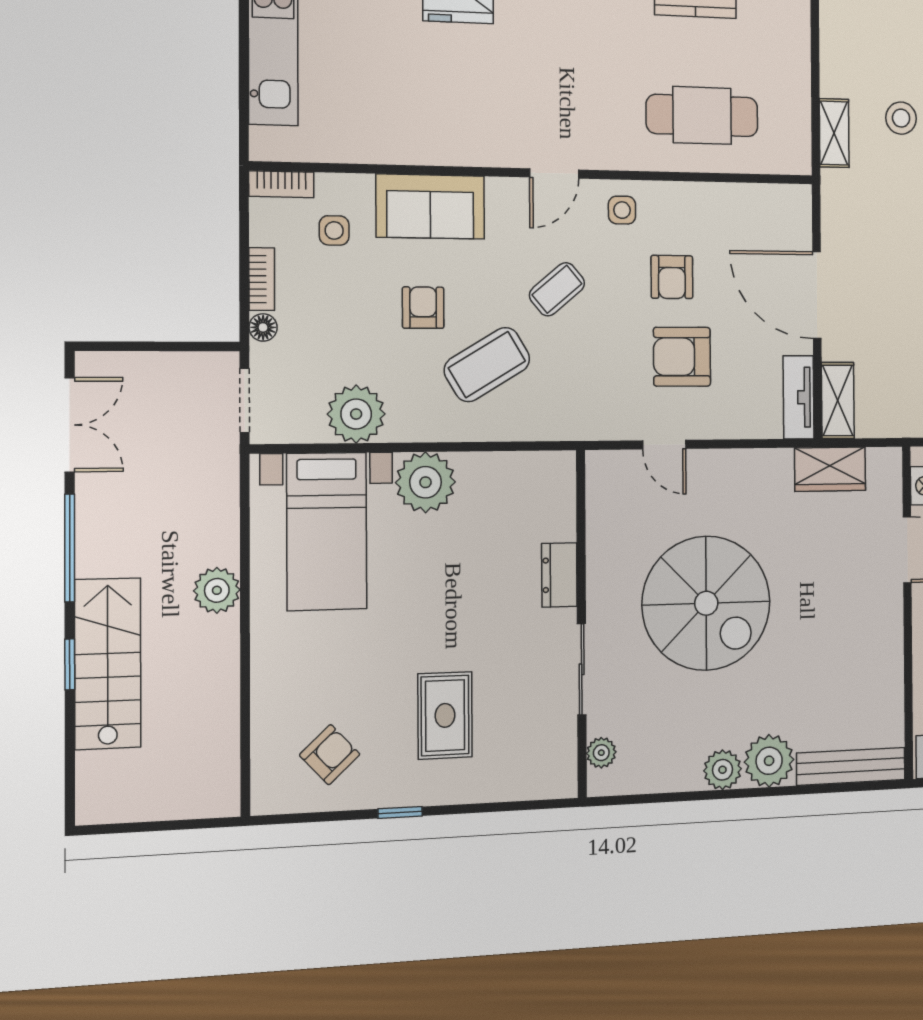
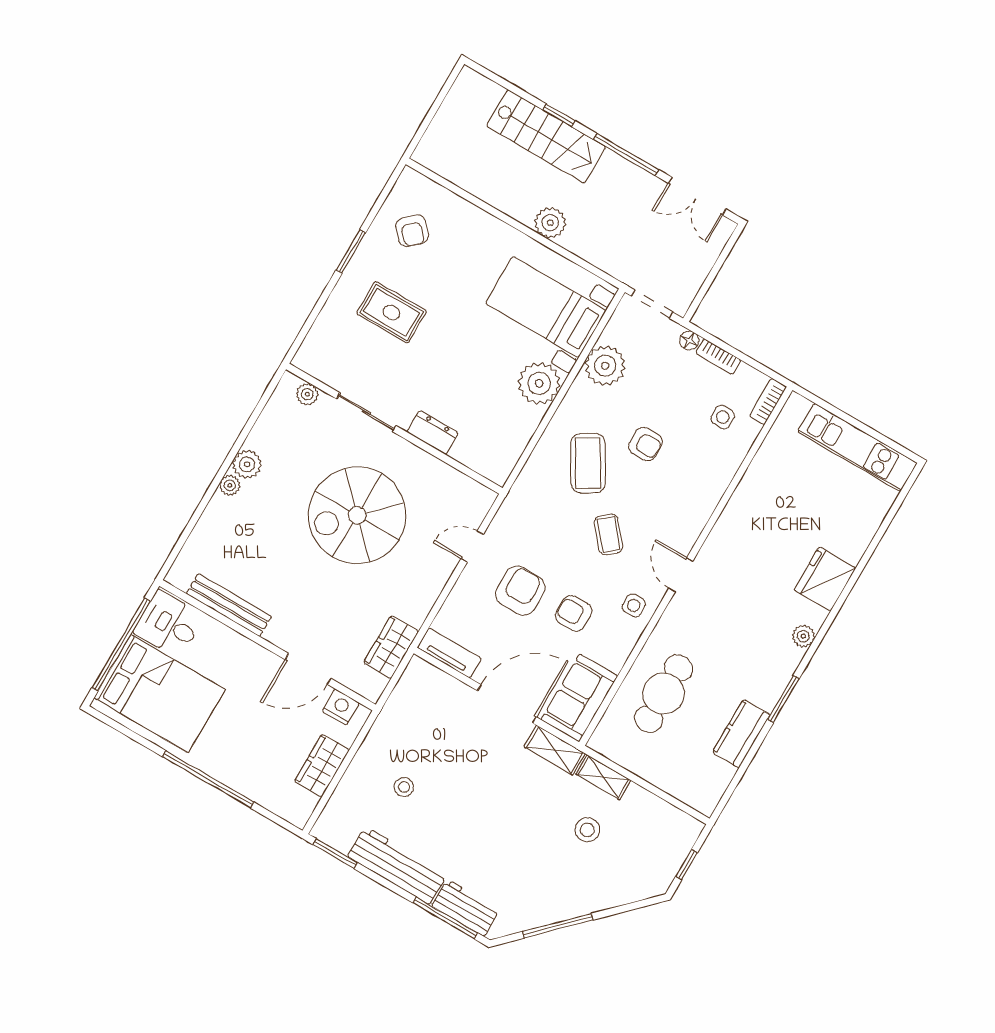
sofa: (430, 207) -> (579, 698), moved
shelving: (838, 400) -> (555, 750), moved
plant: (769, 761) -> (230, 485), width x0.53, depth x0.53
bench: (851, 766) -> (229, 605), moved, turned 90
window: (400, 812) -> (351, 252), width x1.50

